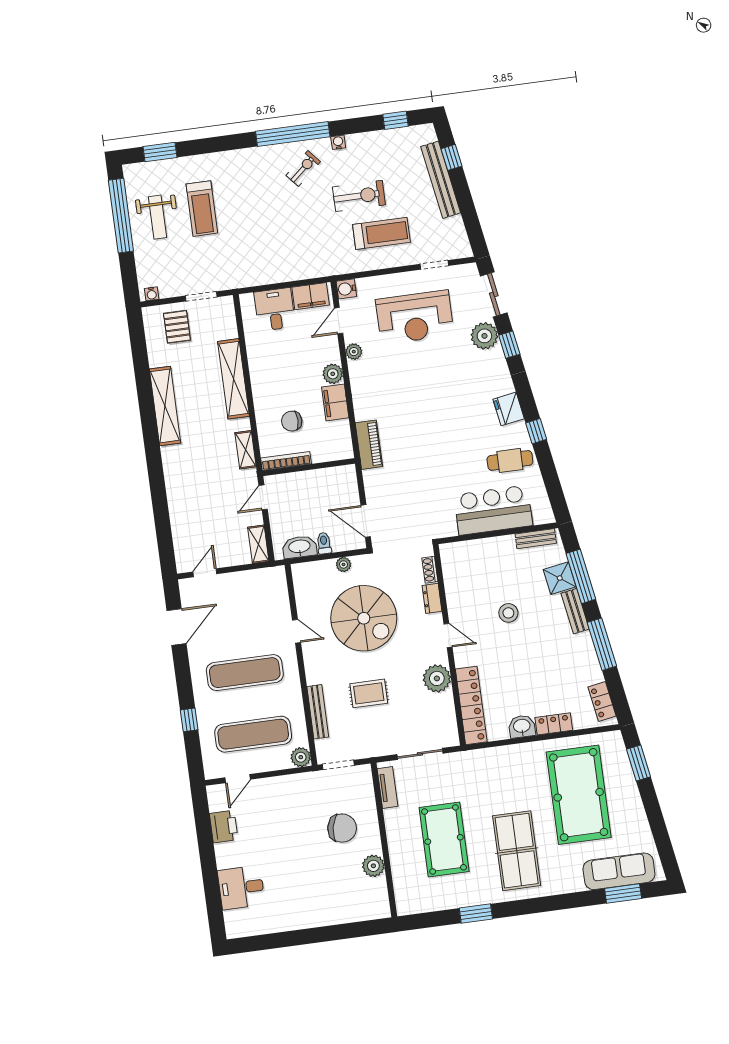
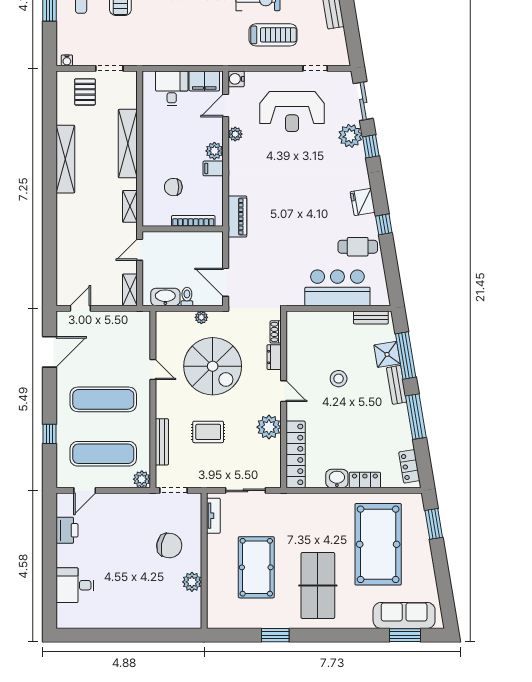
filing cabinet: (335, 402) -> (213, 168), width x0.50
bookcase: (286, 461) -> (193, 221), moved

